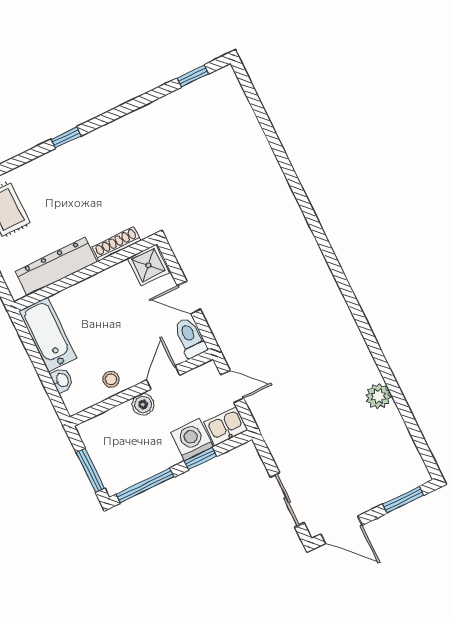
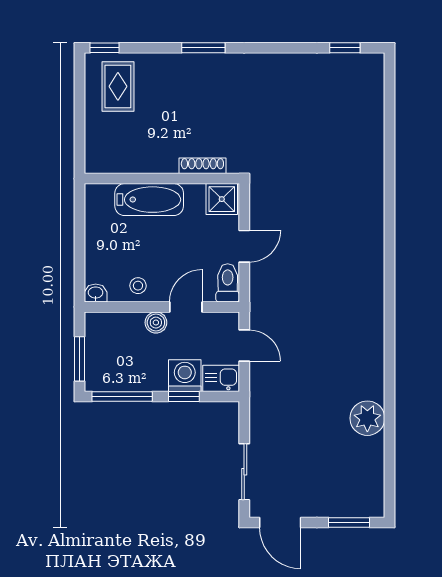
window: (66, 138) -> (203, 48), width x1.50
dresser: (56, 266) -> (138, 160), removed
door: (189, 298) -> (244, 246), swing flipped
bathtub: (48, 335) -> (149, 200), moved, turned 90
washbasin: (62, 380) -> (96, 293), moved, turned -90
plant: (378, 396) -> (367, 418), width x1.36, depth x1.36

